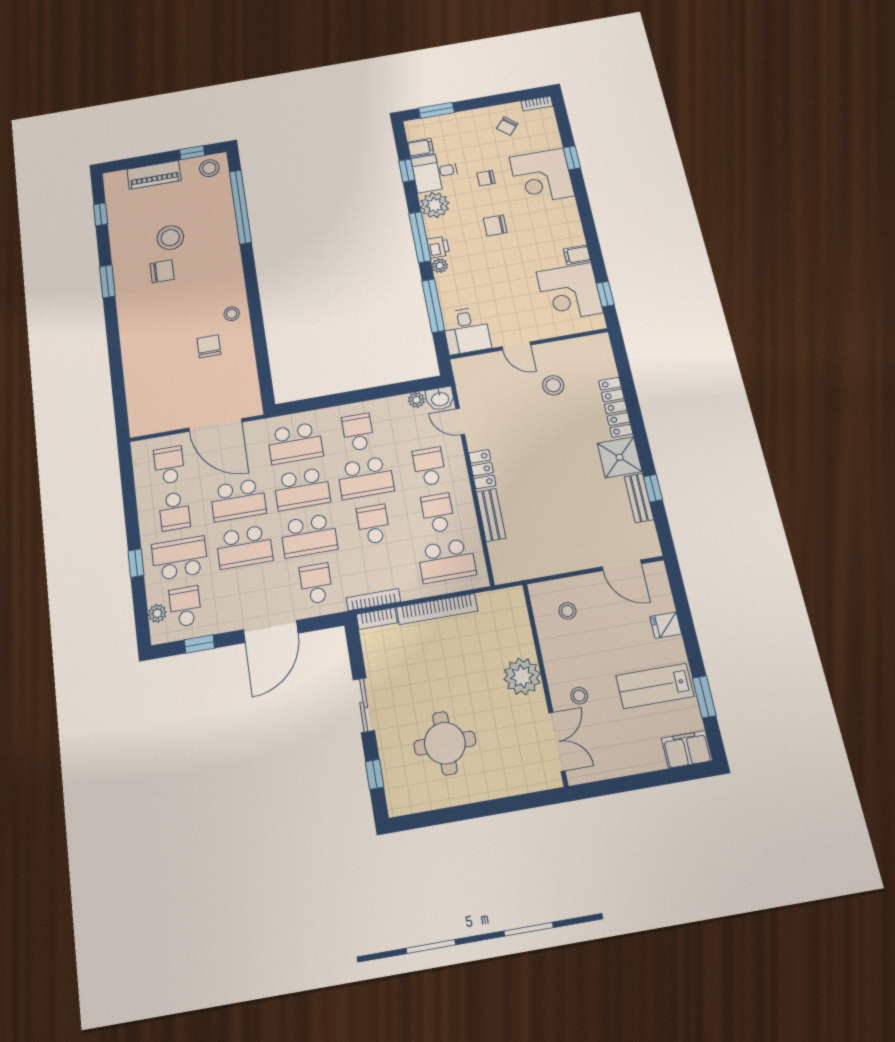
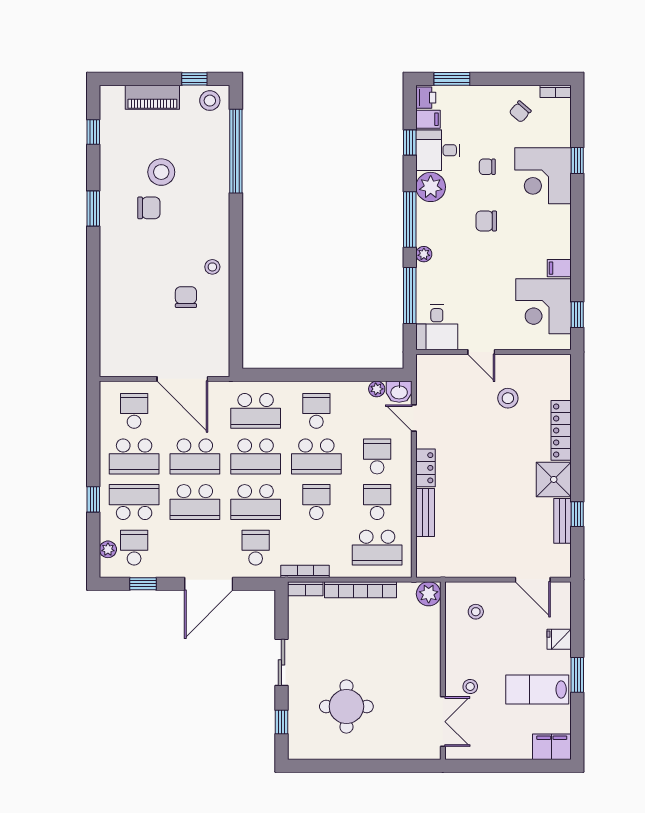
printer: (438, 247) -> (426, 98), moved
school desk: (174, 511) -> (134, 456), width x1.85
plant: (522, 676) -> (429, 594), moved, width x0.73, depth x0.73
window: (704, 697) -> (577, 675), moved

